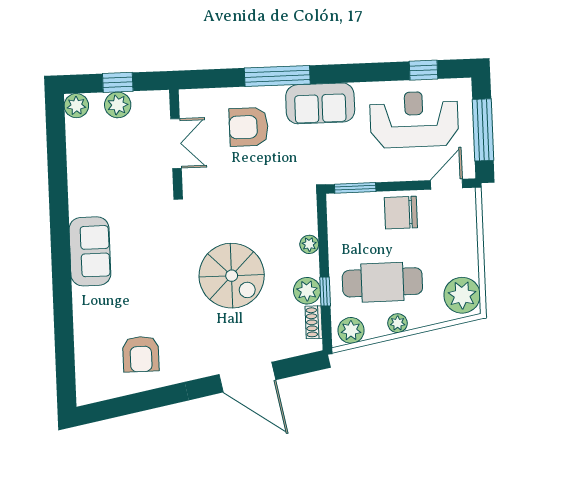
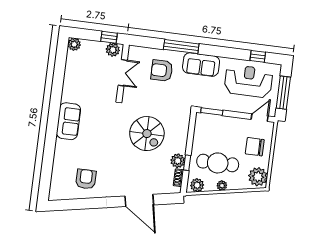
window: (118, 82) -> (109, 37), moved
plant: (118, 105) -> (113, 50), moved
chair: (401, 213) -> (255, 147), moved
plant: (309, 244) -> (183, 137), removed
spiral stairs: (232, 276) -> (147, 134), moved
armchair: (141, 354) -> (86, 179), turned 180

